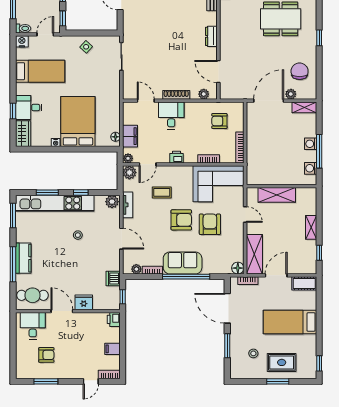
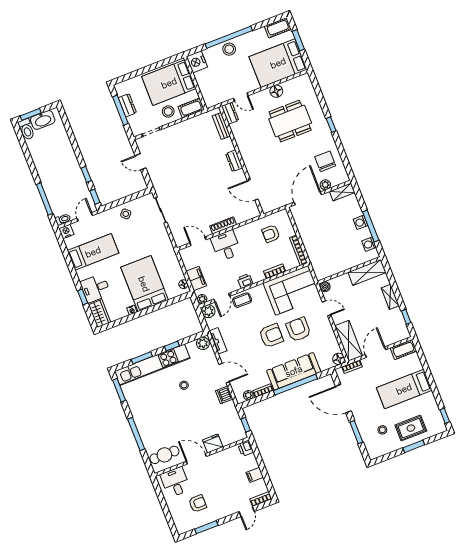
plant: (204, 94) -> (247, 215), removed
coffee table: (162, 192) -> (242, 300), moved
boiler: (252, 193) -> (325, 287), added
shelving: (277, 195) -> (367, 272), moved
kitchen counter: (23, 258) -> (143, 425), removed
sofa: (183, 263) -> (294, 371), width x1.36
dishwasher: (113, 279) -> (224, 395), moved

